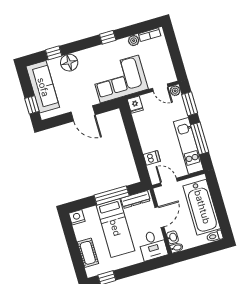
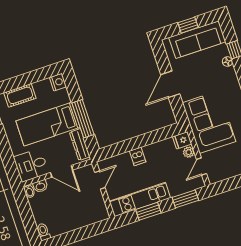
floor lamp: (69, 63) -> (227, 62), width x0.53, depth x0.53
plant: (175, 91) -> (189, 152), moved
window: (32, 105) -> (188, 25), moved
window: (200, 138) -> (148, 211), width x0.69
dishwasher: (152, 158) -> (138, 156), moved
bathtub: (202, 207) -> (74, 216), removed

